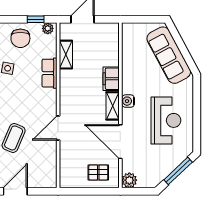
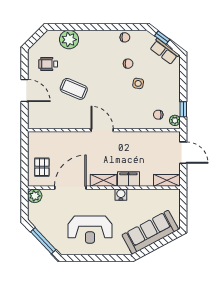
chair: (20, 38) -> (158, 115), moved, width x0.54, depth x0.54
shelving: (66, 55) -> (167, 180), moved
row of seats: (49, 73) -> (134, 122), removed
water cooler: (128, 101) -> (121, 195), moved
door: (58, 128) -> (102, 130), moved

